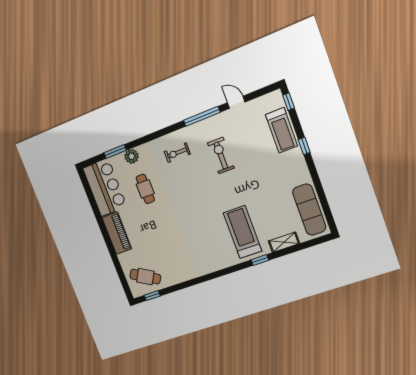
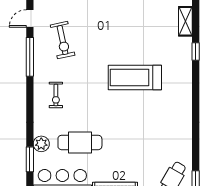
exercise bike: (221, 155) -> (63, 40), moved, turned -102
cafe table: (145, 189) -> (80, 142), width x1.37, depth x1.35
treadmill: (242, 232) -> (135, 78), moved

